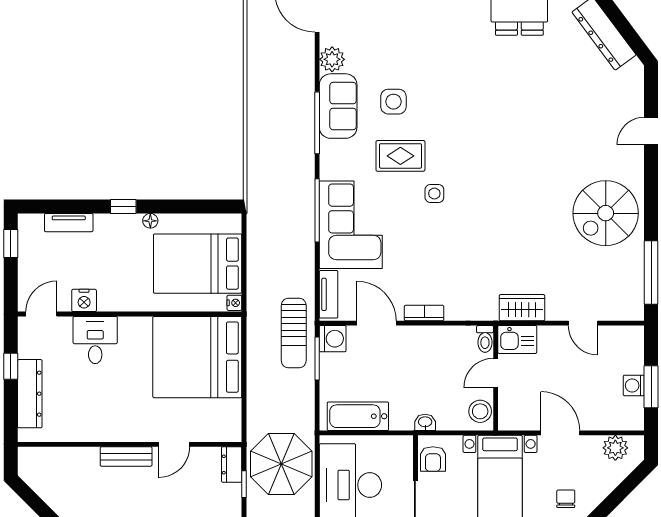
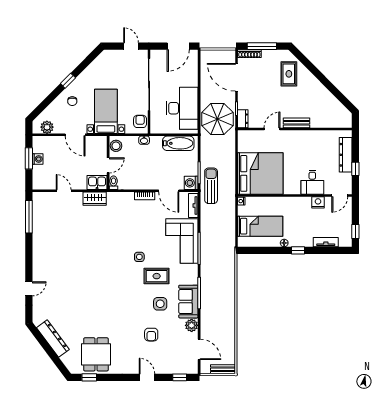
armchair: (411, 41) -> (151, 335), added
spiral stairs: (606, 213) -> (52, 247), removed
bed: (198, 264) -> (260, 226), width x0.67

